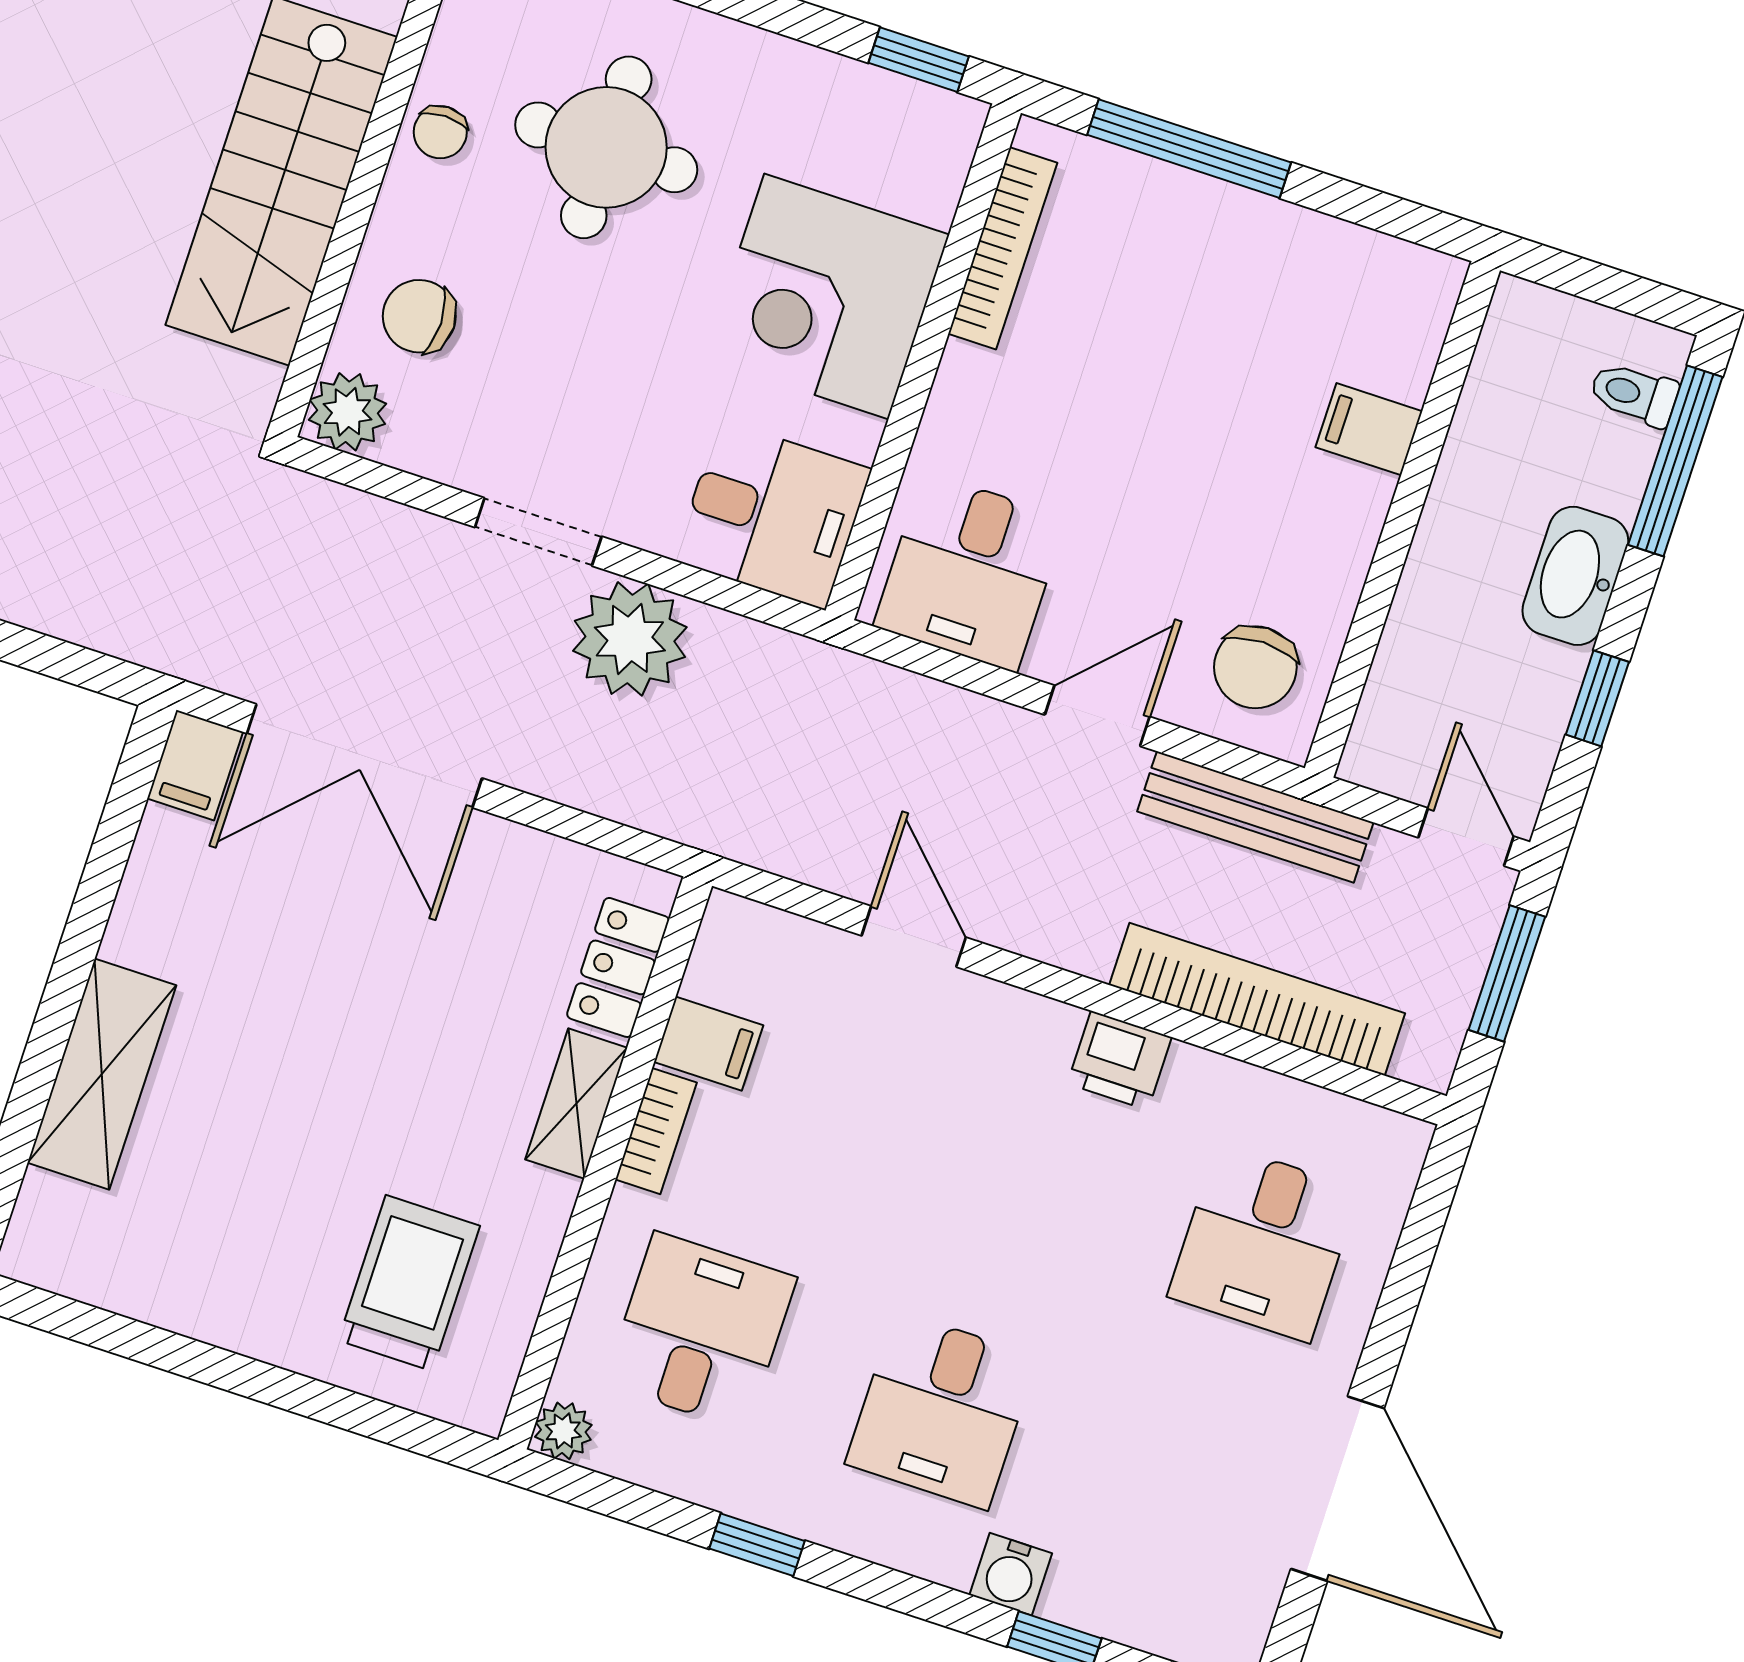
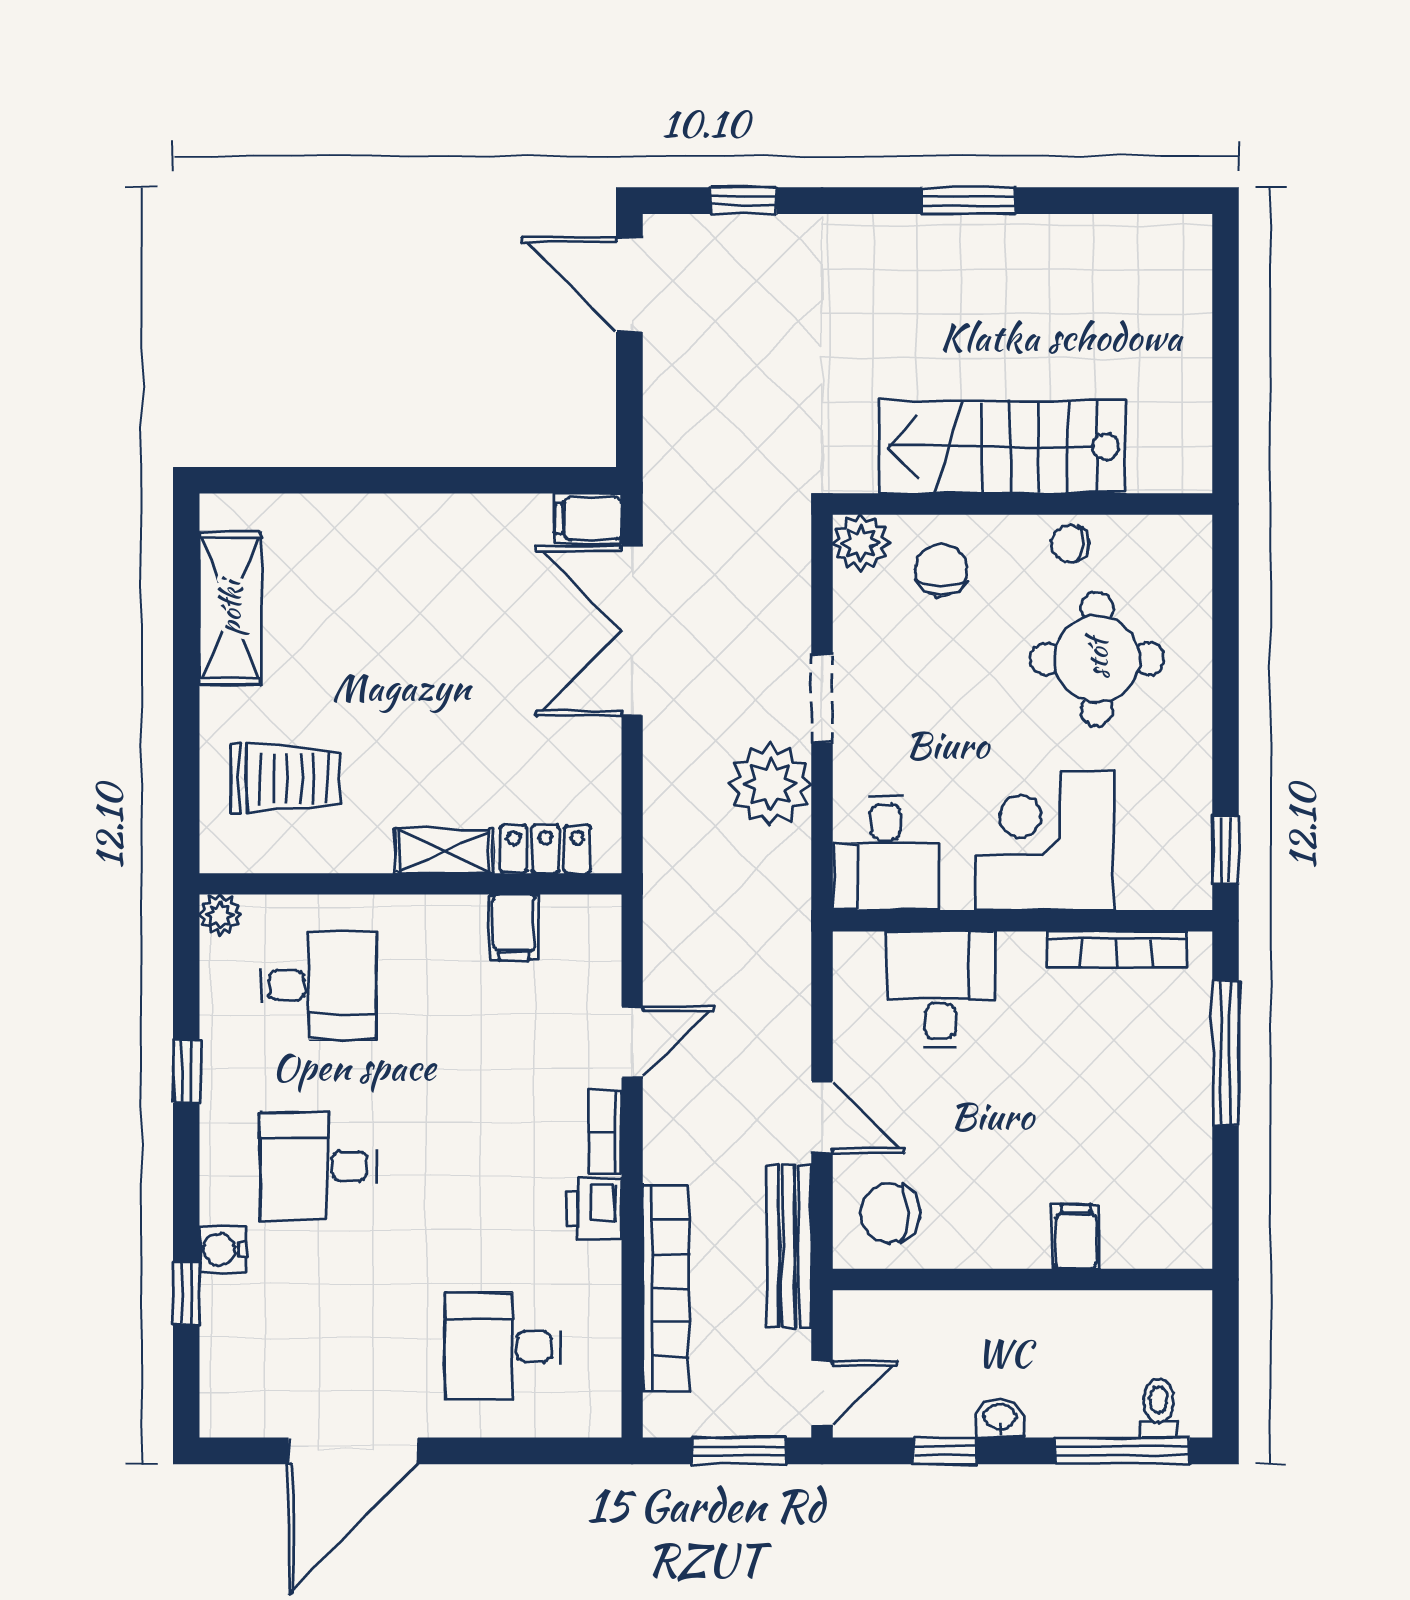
desk: (970, 572) -> (941, 990), moved, turned 90
washbasin: (1575, 576) -> (1000, 1418), width x0.52, depth x0.69
shelving: (102, 1074) -> (230, 608), moved, turned 90
bookcase: (656, 1131) -> (605, 1132), moved, turned 90

